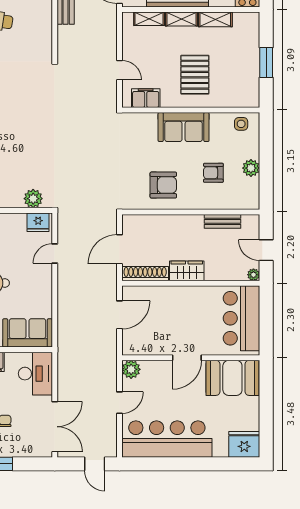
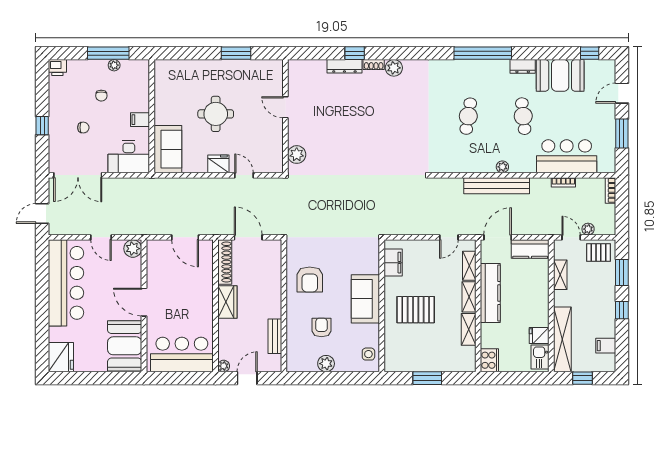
door: (119, 70) -> (449, 237), moved
fridge: (38, 222) -> (218, 164), moved, turned 90

